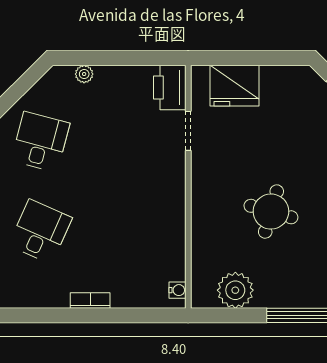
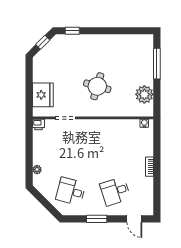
printer: (170, 88) -> (39, 124), width x0.53, depth x0.68
round table: (271, 212) -> (97, 86), moved
desk: (40, 231) -> (115, 191), turned -42

